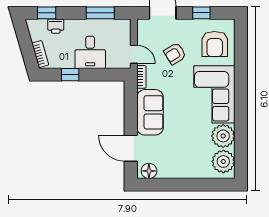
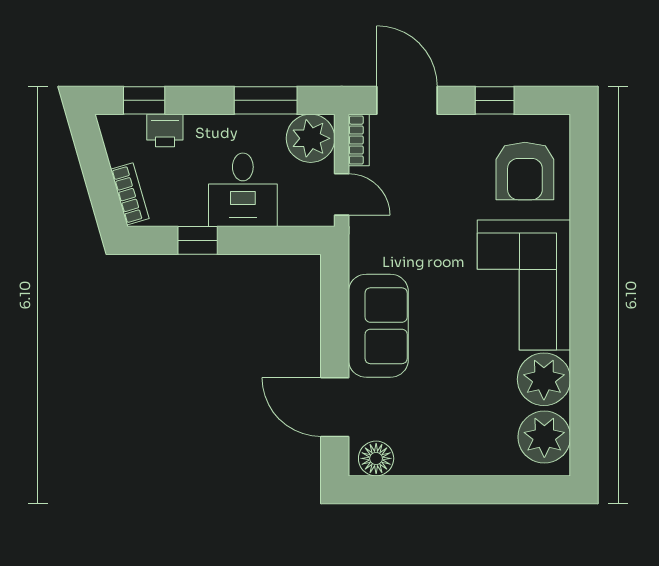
plant: (120, 30) -> (311, 138), added
armchair: (175, 54) -> (435, 193), removed
bookcase: (141, 77) -> (359, 140), moved

